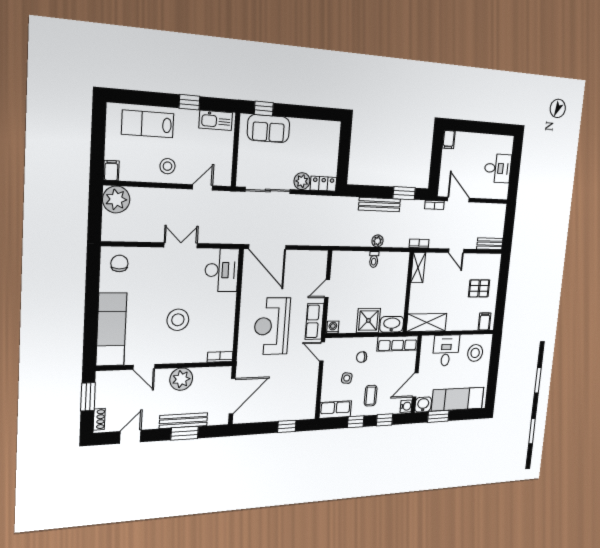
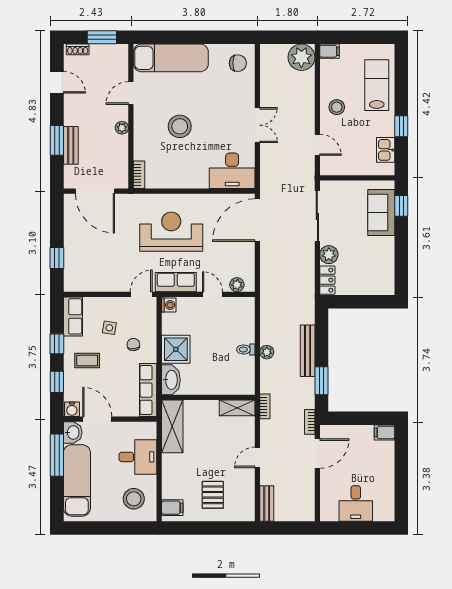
kitchen sink: (216, 120) -> (386, 150), width x0.73
plant: (321, 267) -> (237, 285), added
plant: (181, 379) -> (122, 128), width x0.53, depth x0.53
window: (438, 416) -> (57, 455), width x1.44
bench: (184, 421) -> (71, 145), width x0.73

